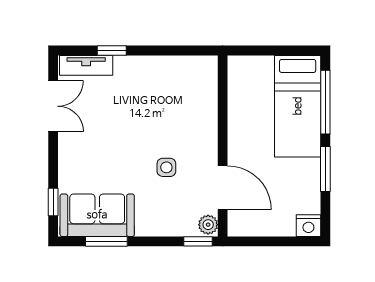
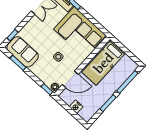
corner sofa: (165, 91) -> (80, 32), added
bed: (298, 106) -> (104, 63), moved
door: (223, 188) -> (70, 79), hinge flipped
nightstand: (308, 226) -> (76, 107), moved

